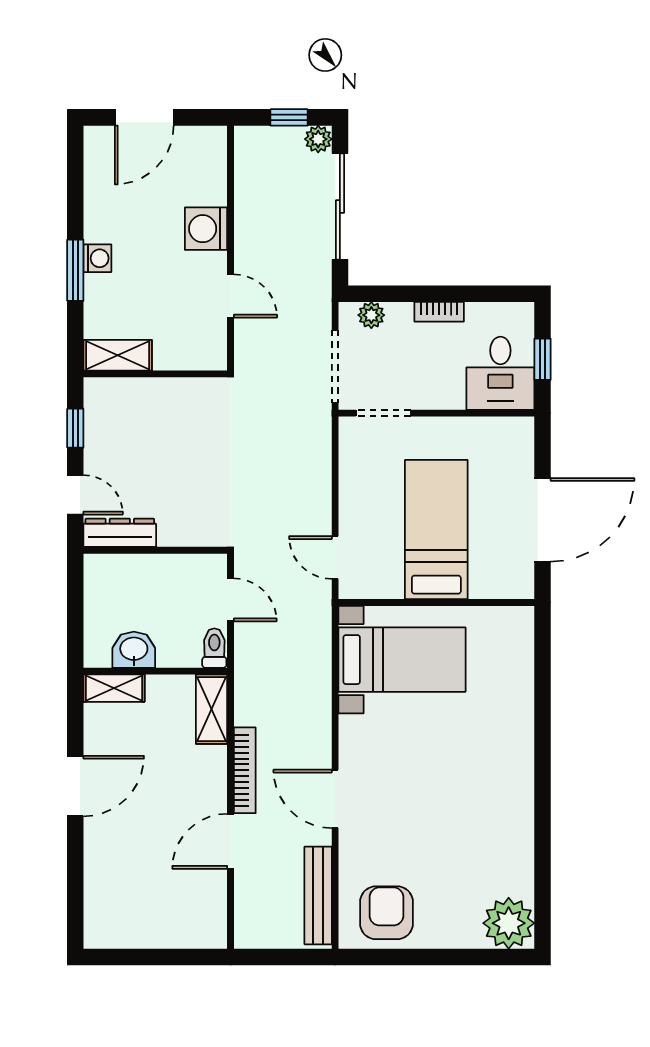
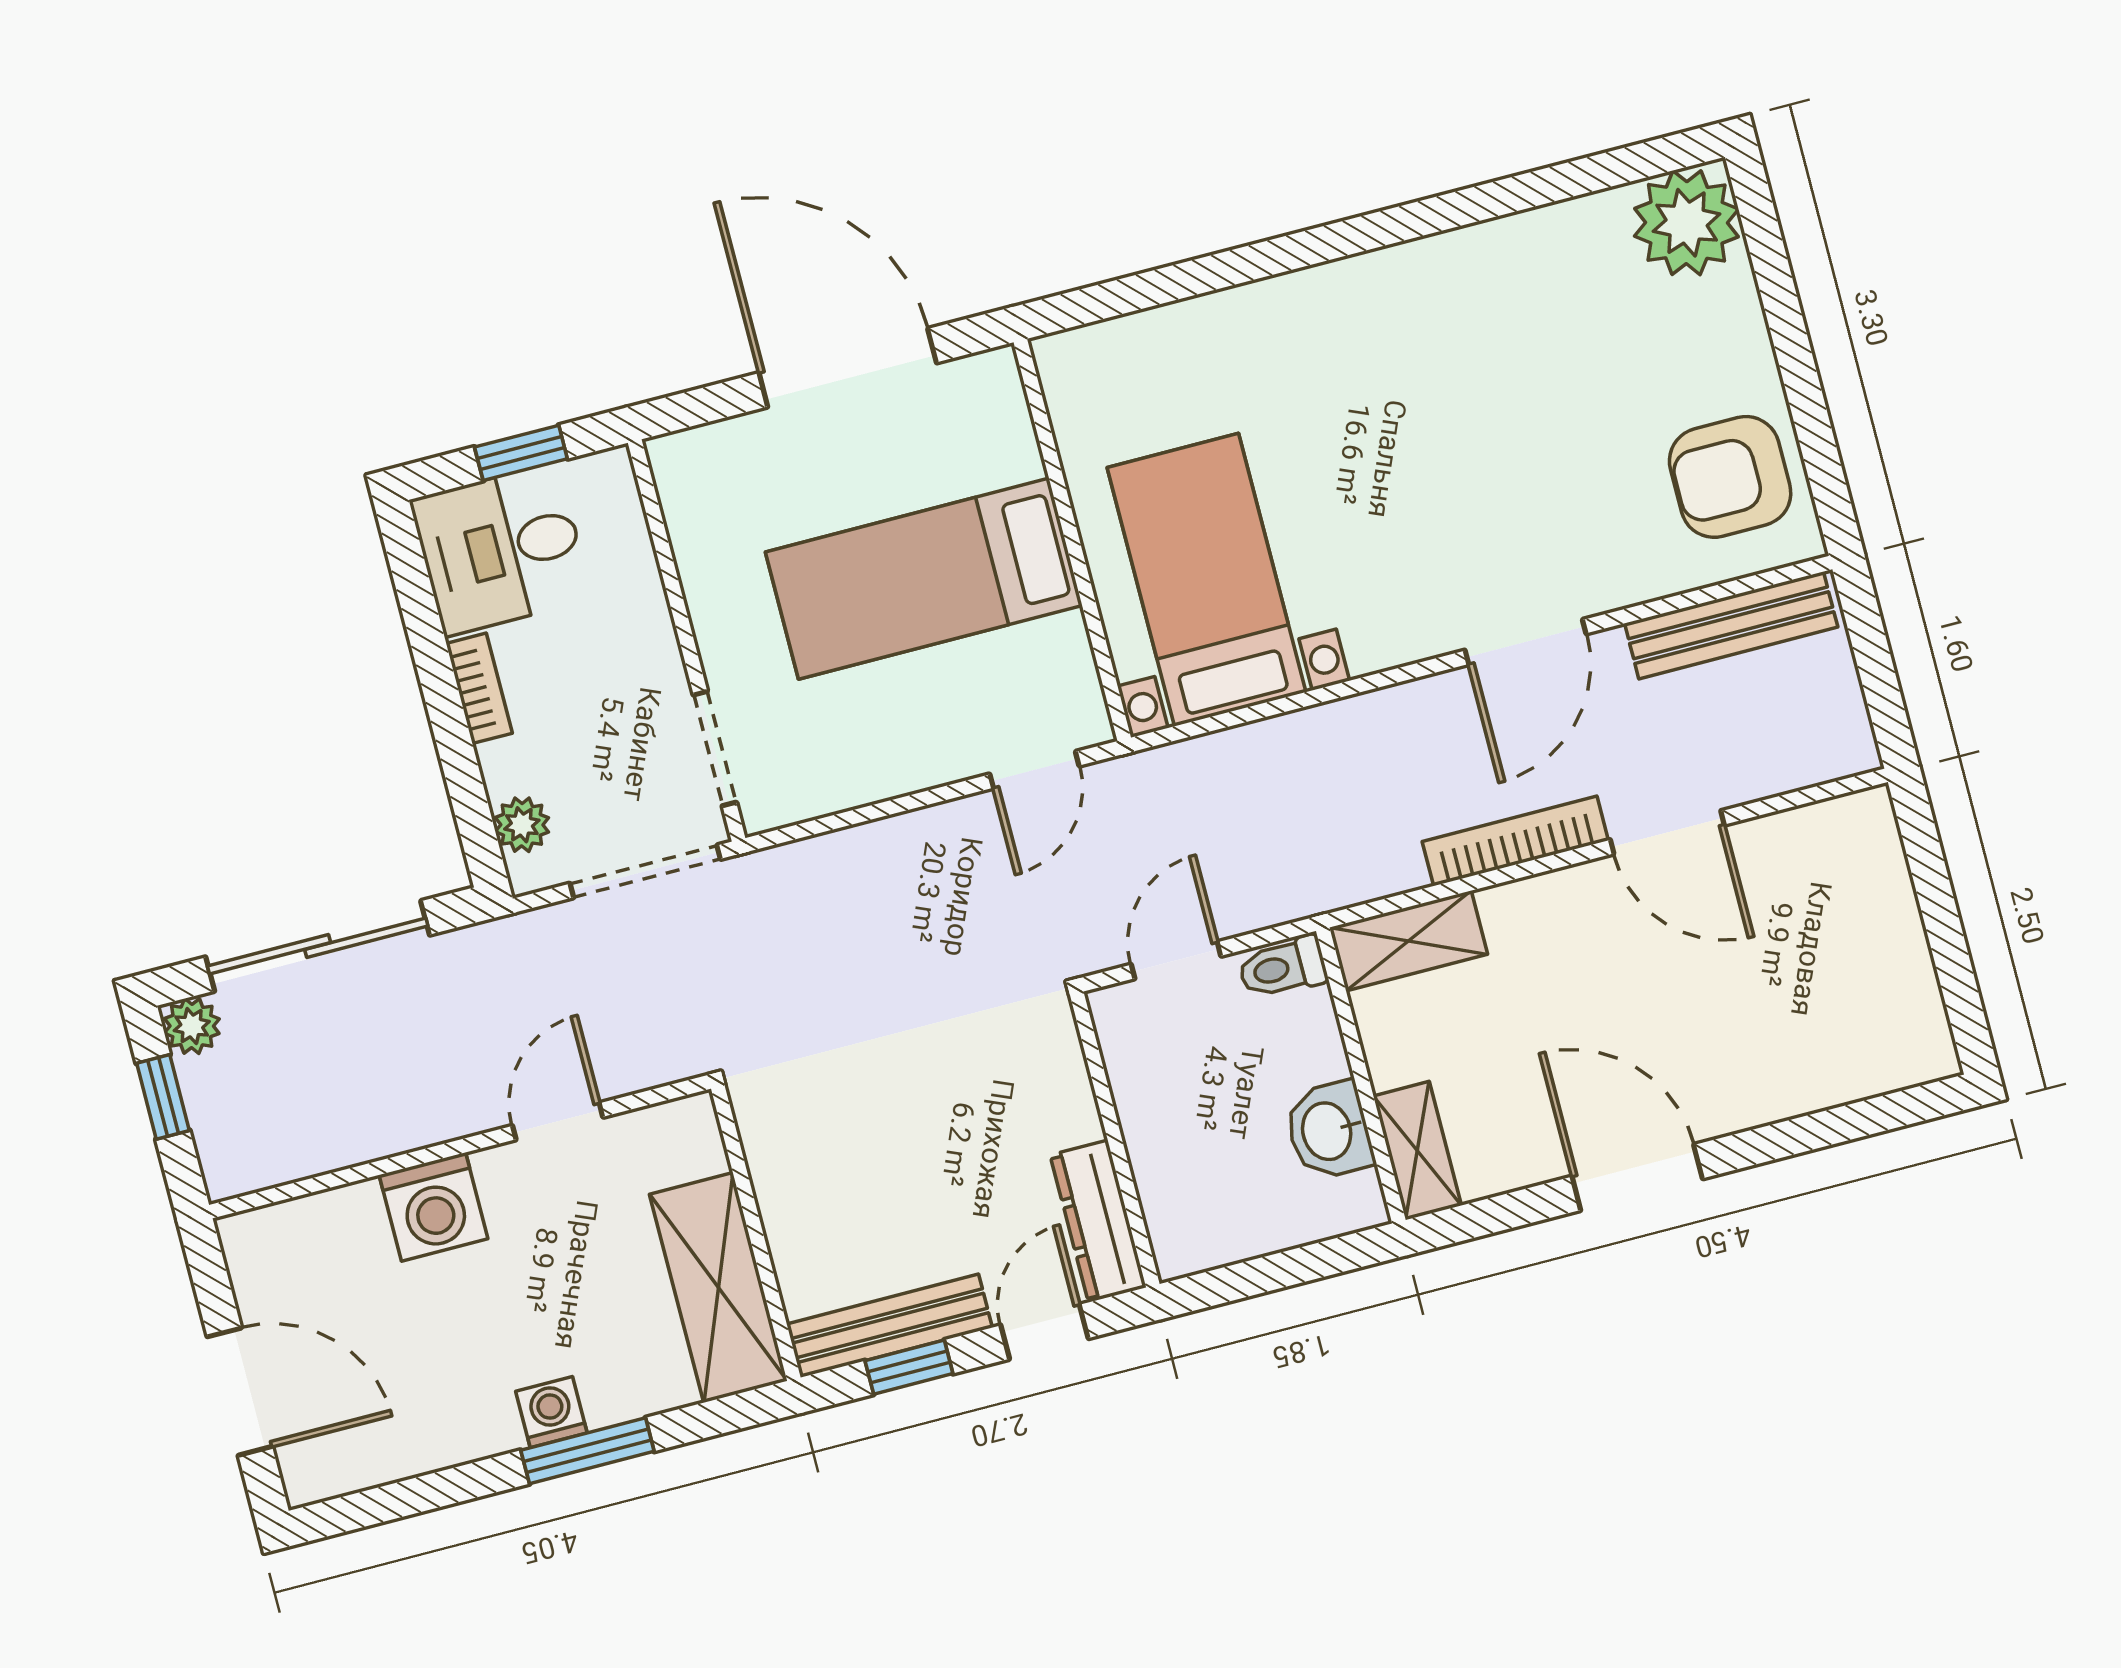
shelving: (118, 355) -> (718, 1288), width x1.50, depth x1.33
desk: (500, 373) -> (501, 550), moved, turned 180
bench: (97, 424) -> (889, 1326), added

